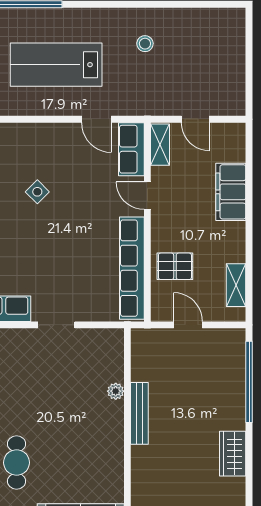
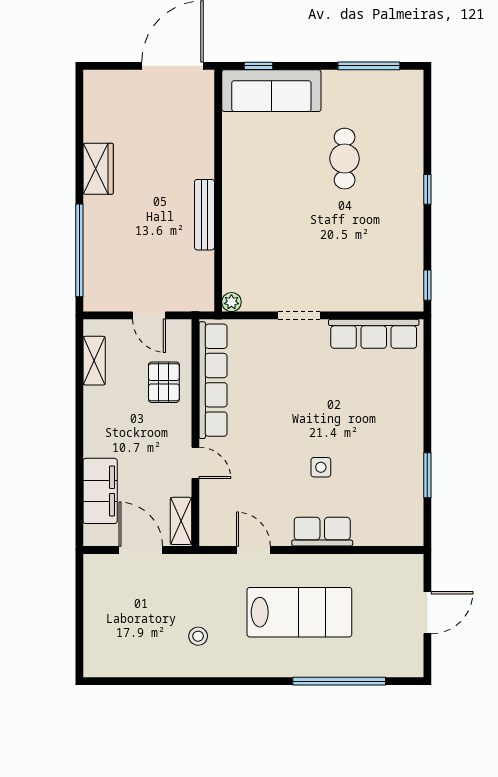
door: (195, 119) -> (141, 550), width x1.38
row of seats: (131, 149) -> (322, 532), moved, turned -90
side table: (37, 192) -> (321, 467), turned 45
filing cabinet: (231, 192) -> (100, 491), moved
pallet: (175, 266) -> (164, 382), turned 90
plant: (116, 391) -> (231, 302), moved

